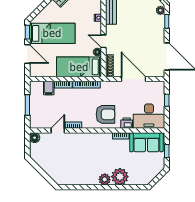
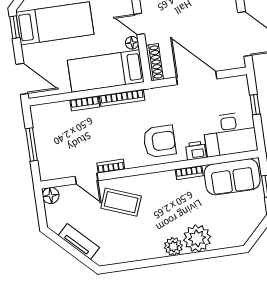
door: (27, 54) -> (22, 79), moved
filing cabinet: (49, 88) -> (62, 112), removed
door: (58, 131) -> (86, 178), swing flipped
coffee table: (77, 148) -> (121, 202), added
tv unit: (48, 168) -> (79, 242), added

